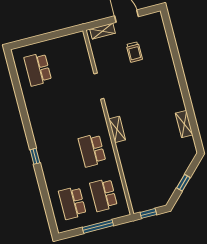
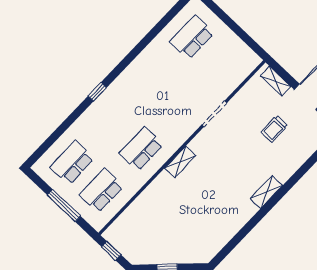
shelving: (184, 124) -> (267, 192), moved

